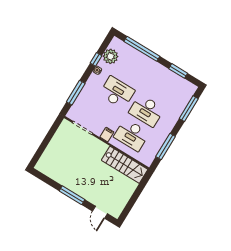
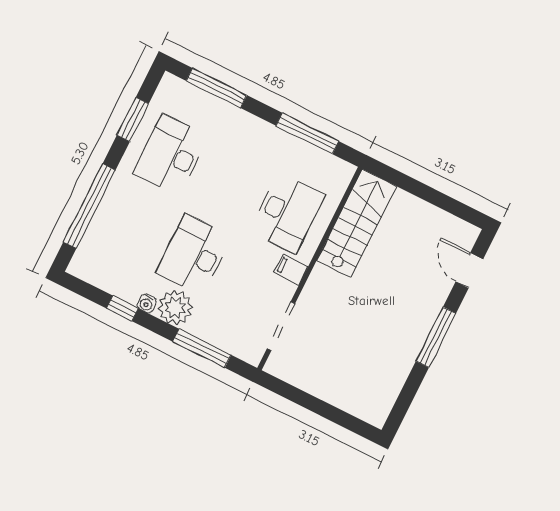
plant: (110, 56) -> (175, 308), moved
desk: (146, 111) -> (171, 155), moved, turned 180
door: (100, 212) -> (469, 270), swing flipped

